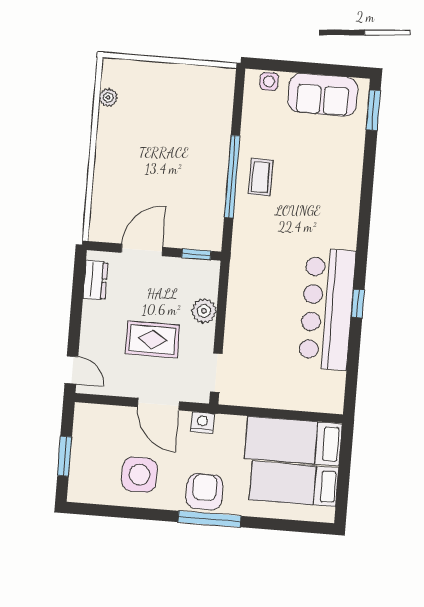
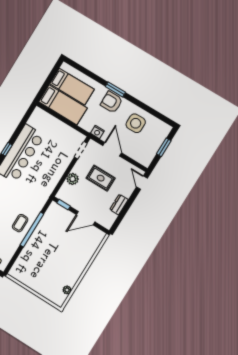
dresser: (95, 280) -> (119, 205), moved
armchair: (205, 492) -> (111, 102), turned 90
window: (209, 519) -> (115, 89), width x0.69

